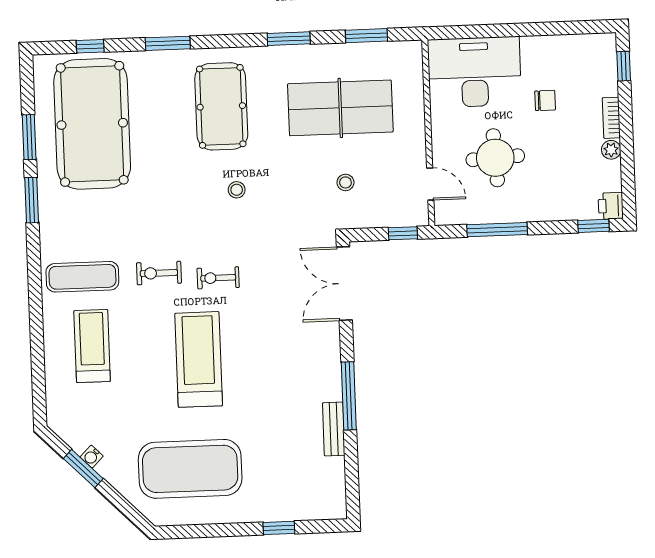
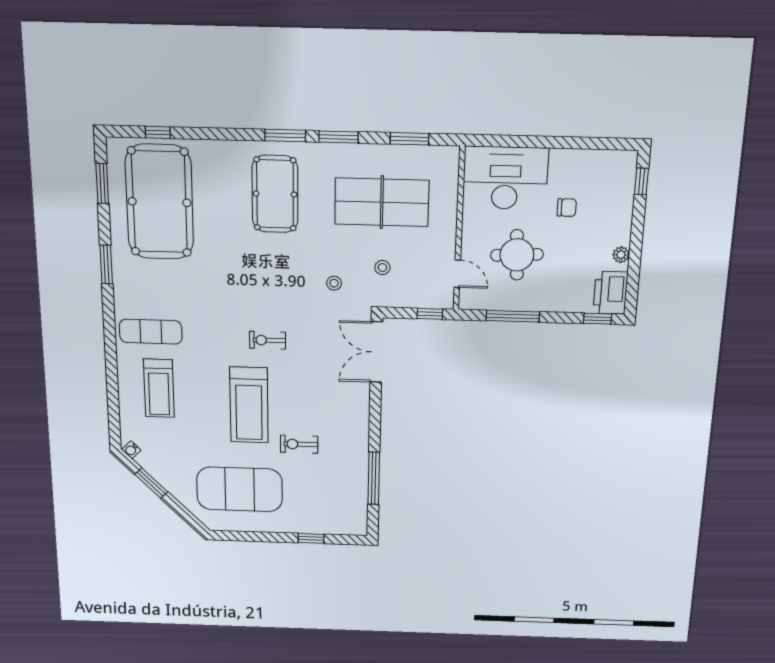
window: (168, 43) -> (285, 136), moved
bookcase: (611, 118) -> (625, 227), removed
window: (29, 137) -> (102, 183), moved
stool: (237, 190) -> (334, 283), moved
printer: (611, 206) -> (610, 293), width x1.87, depth x1.48
exercise bike: (159, 273) -> (299, 444), moved
treadmill: (92, 346) -> (159, 388), turned 180
treadmill: (199, 359) -> (249, 405), turned 180
window: (349, 396) -> (374, 478), moved
bench: (334, 429) -> (360, 467), removed
water cooler: (92, 457) -> (131, 450), moved

